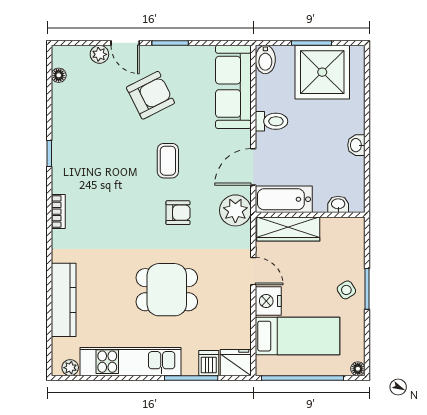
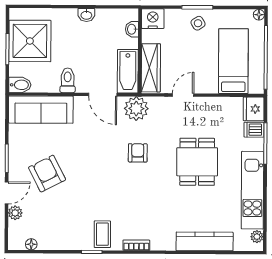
coffee table: (168, 161) -> (102, 234), moved, turned 90
nightstand: (268, 301) -> (153, 19), moved, turned 180

